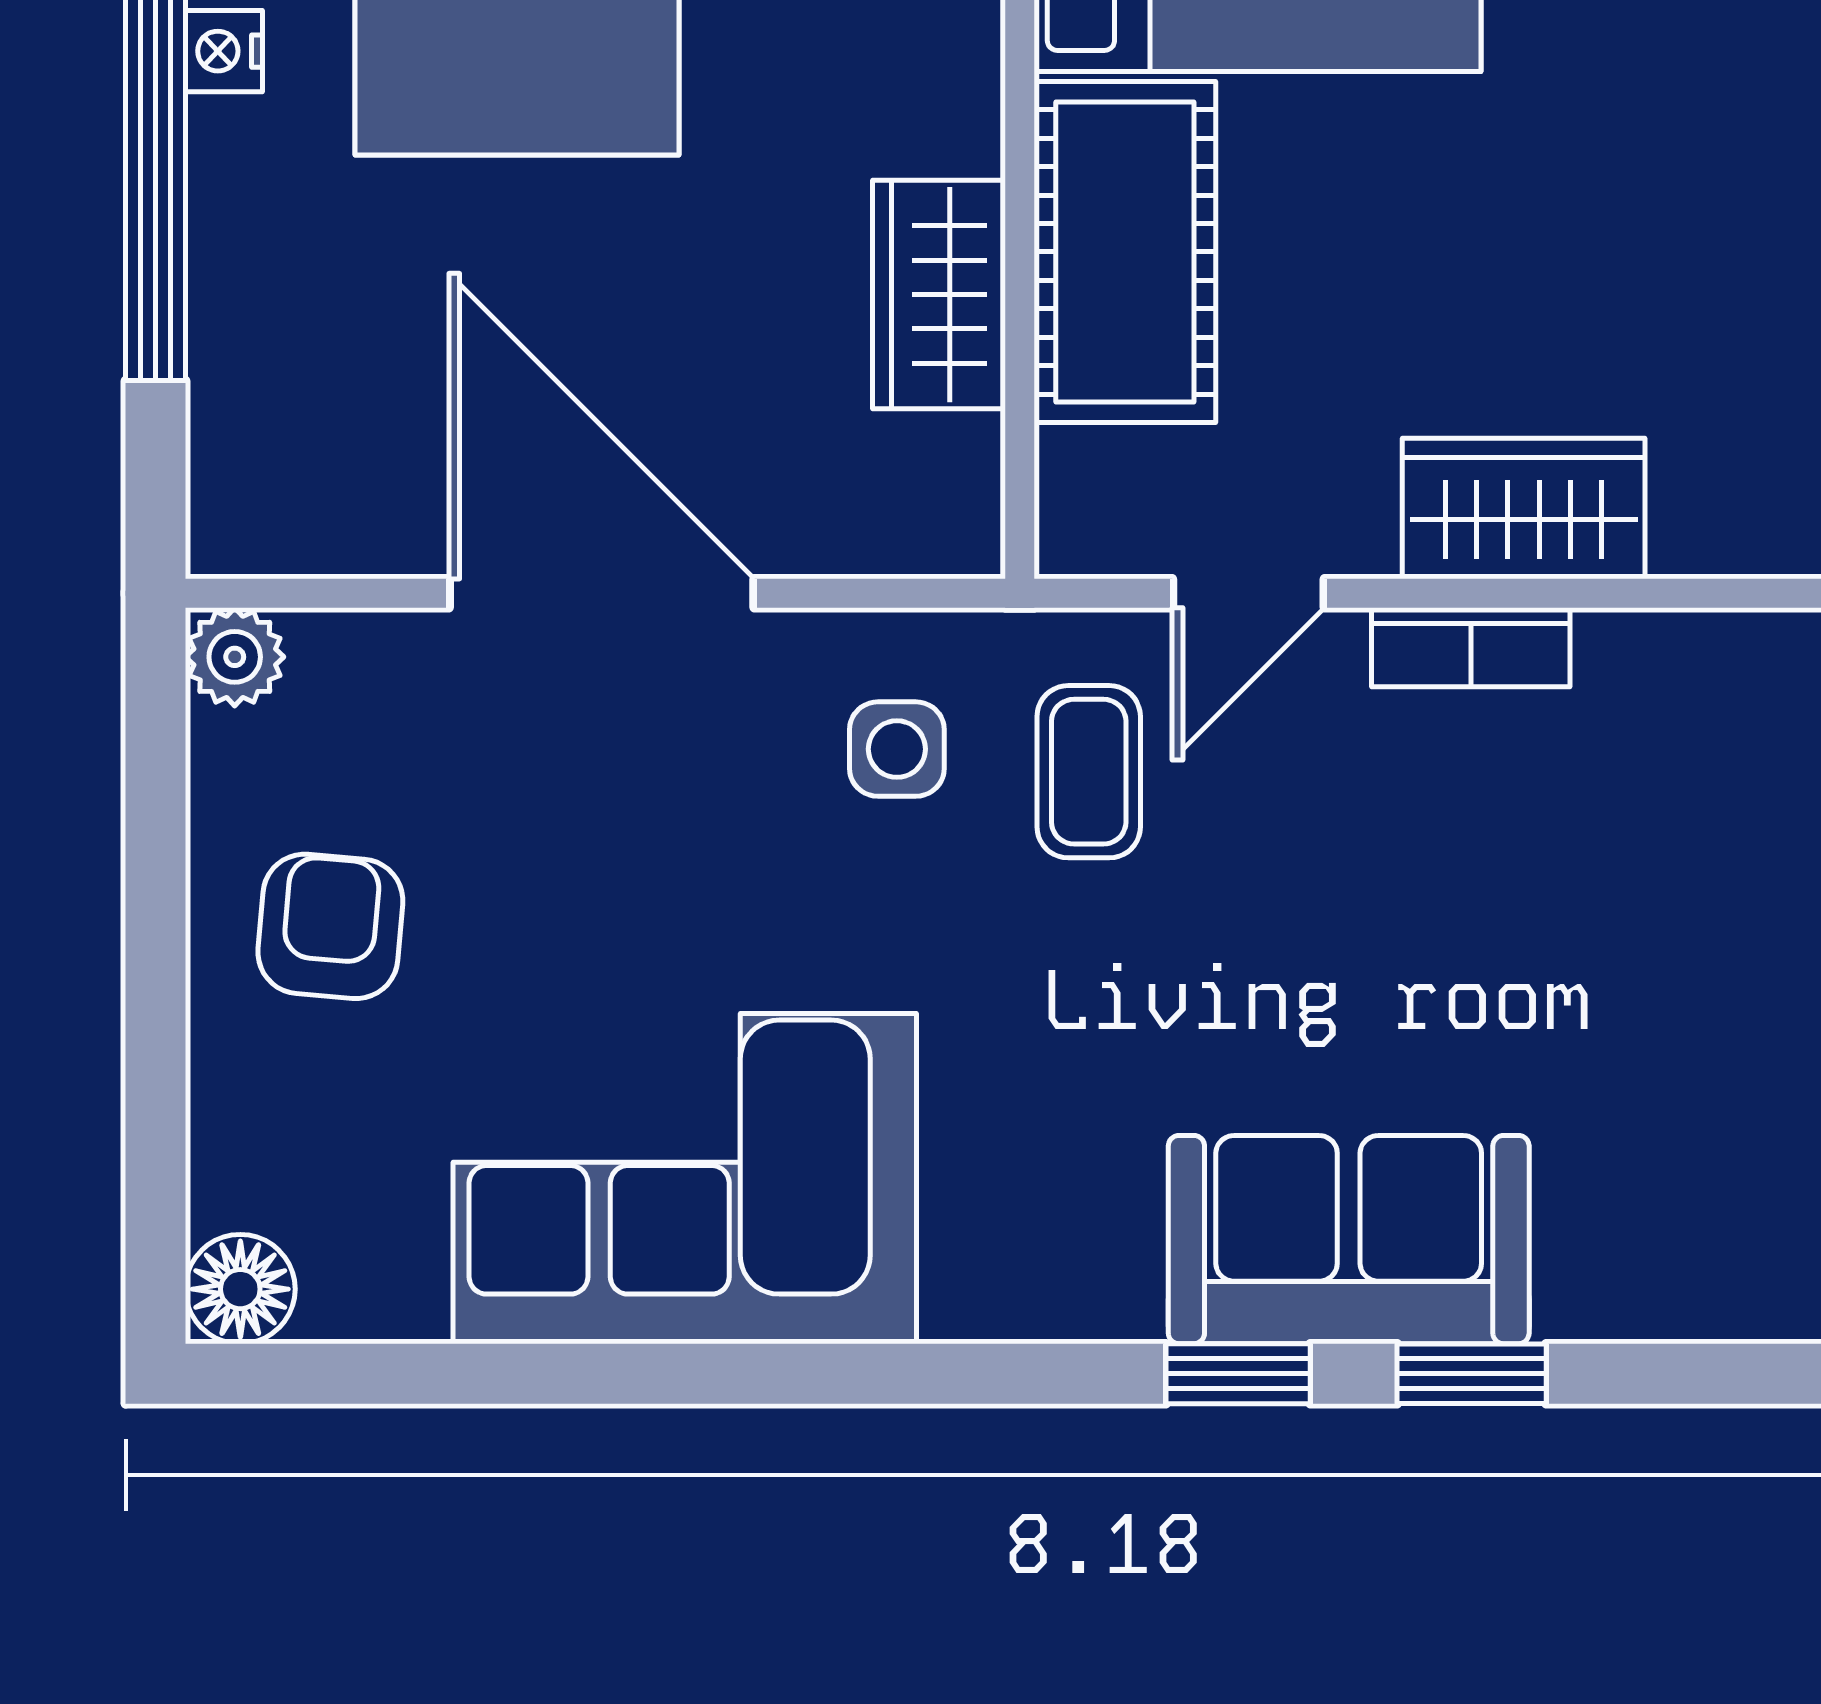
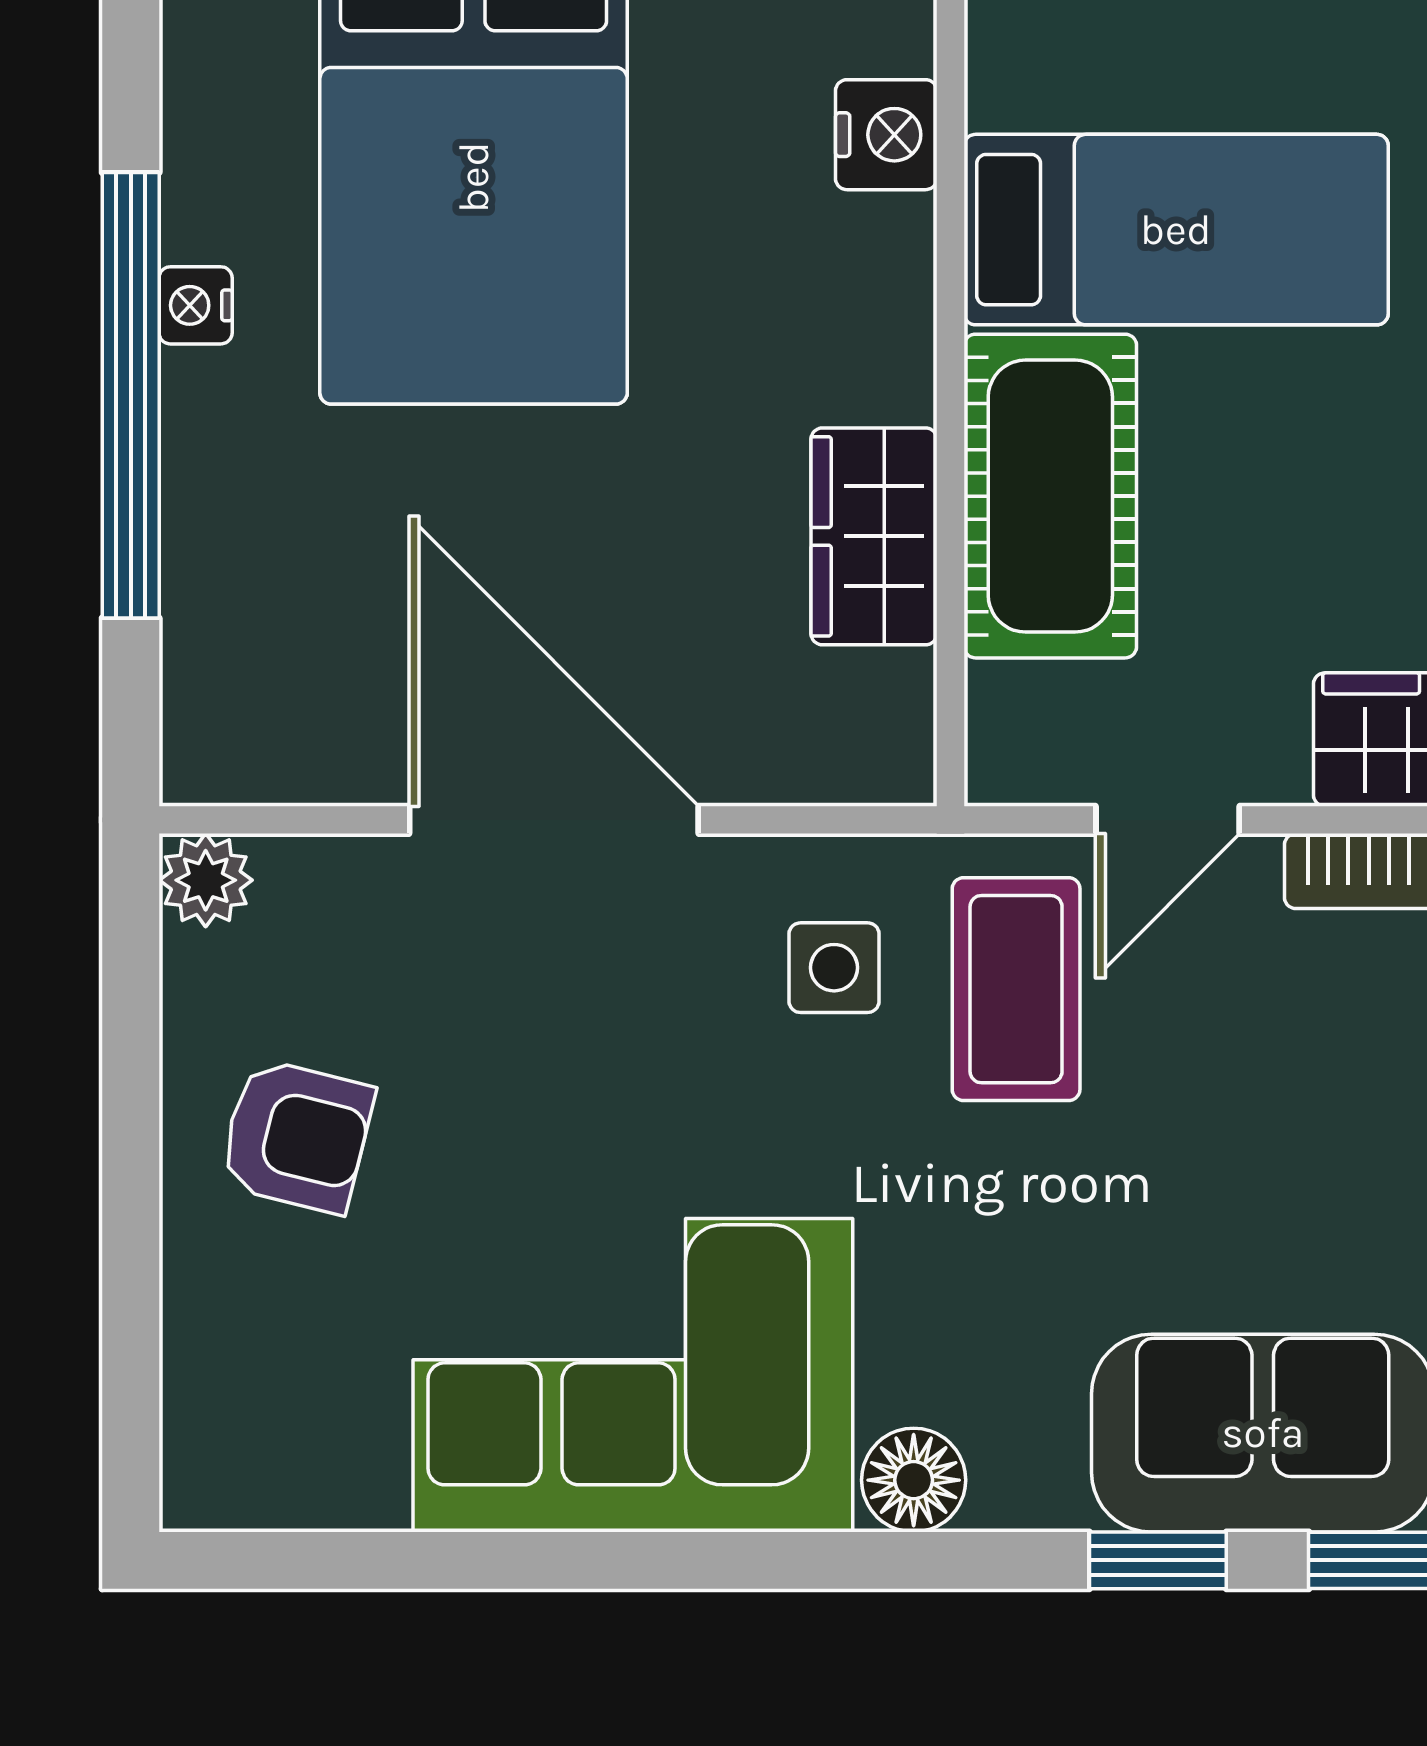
coffee table: (1089, 772) -> (1016, 989), width x1.36, depth x1.30
armchair: (330, 926) -> (296, 1136), turned 99
floor lamp: (240, 1289) -> (914, 1480), moved

